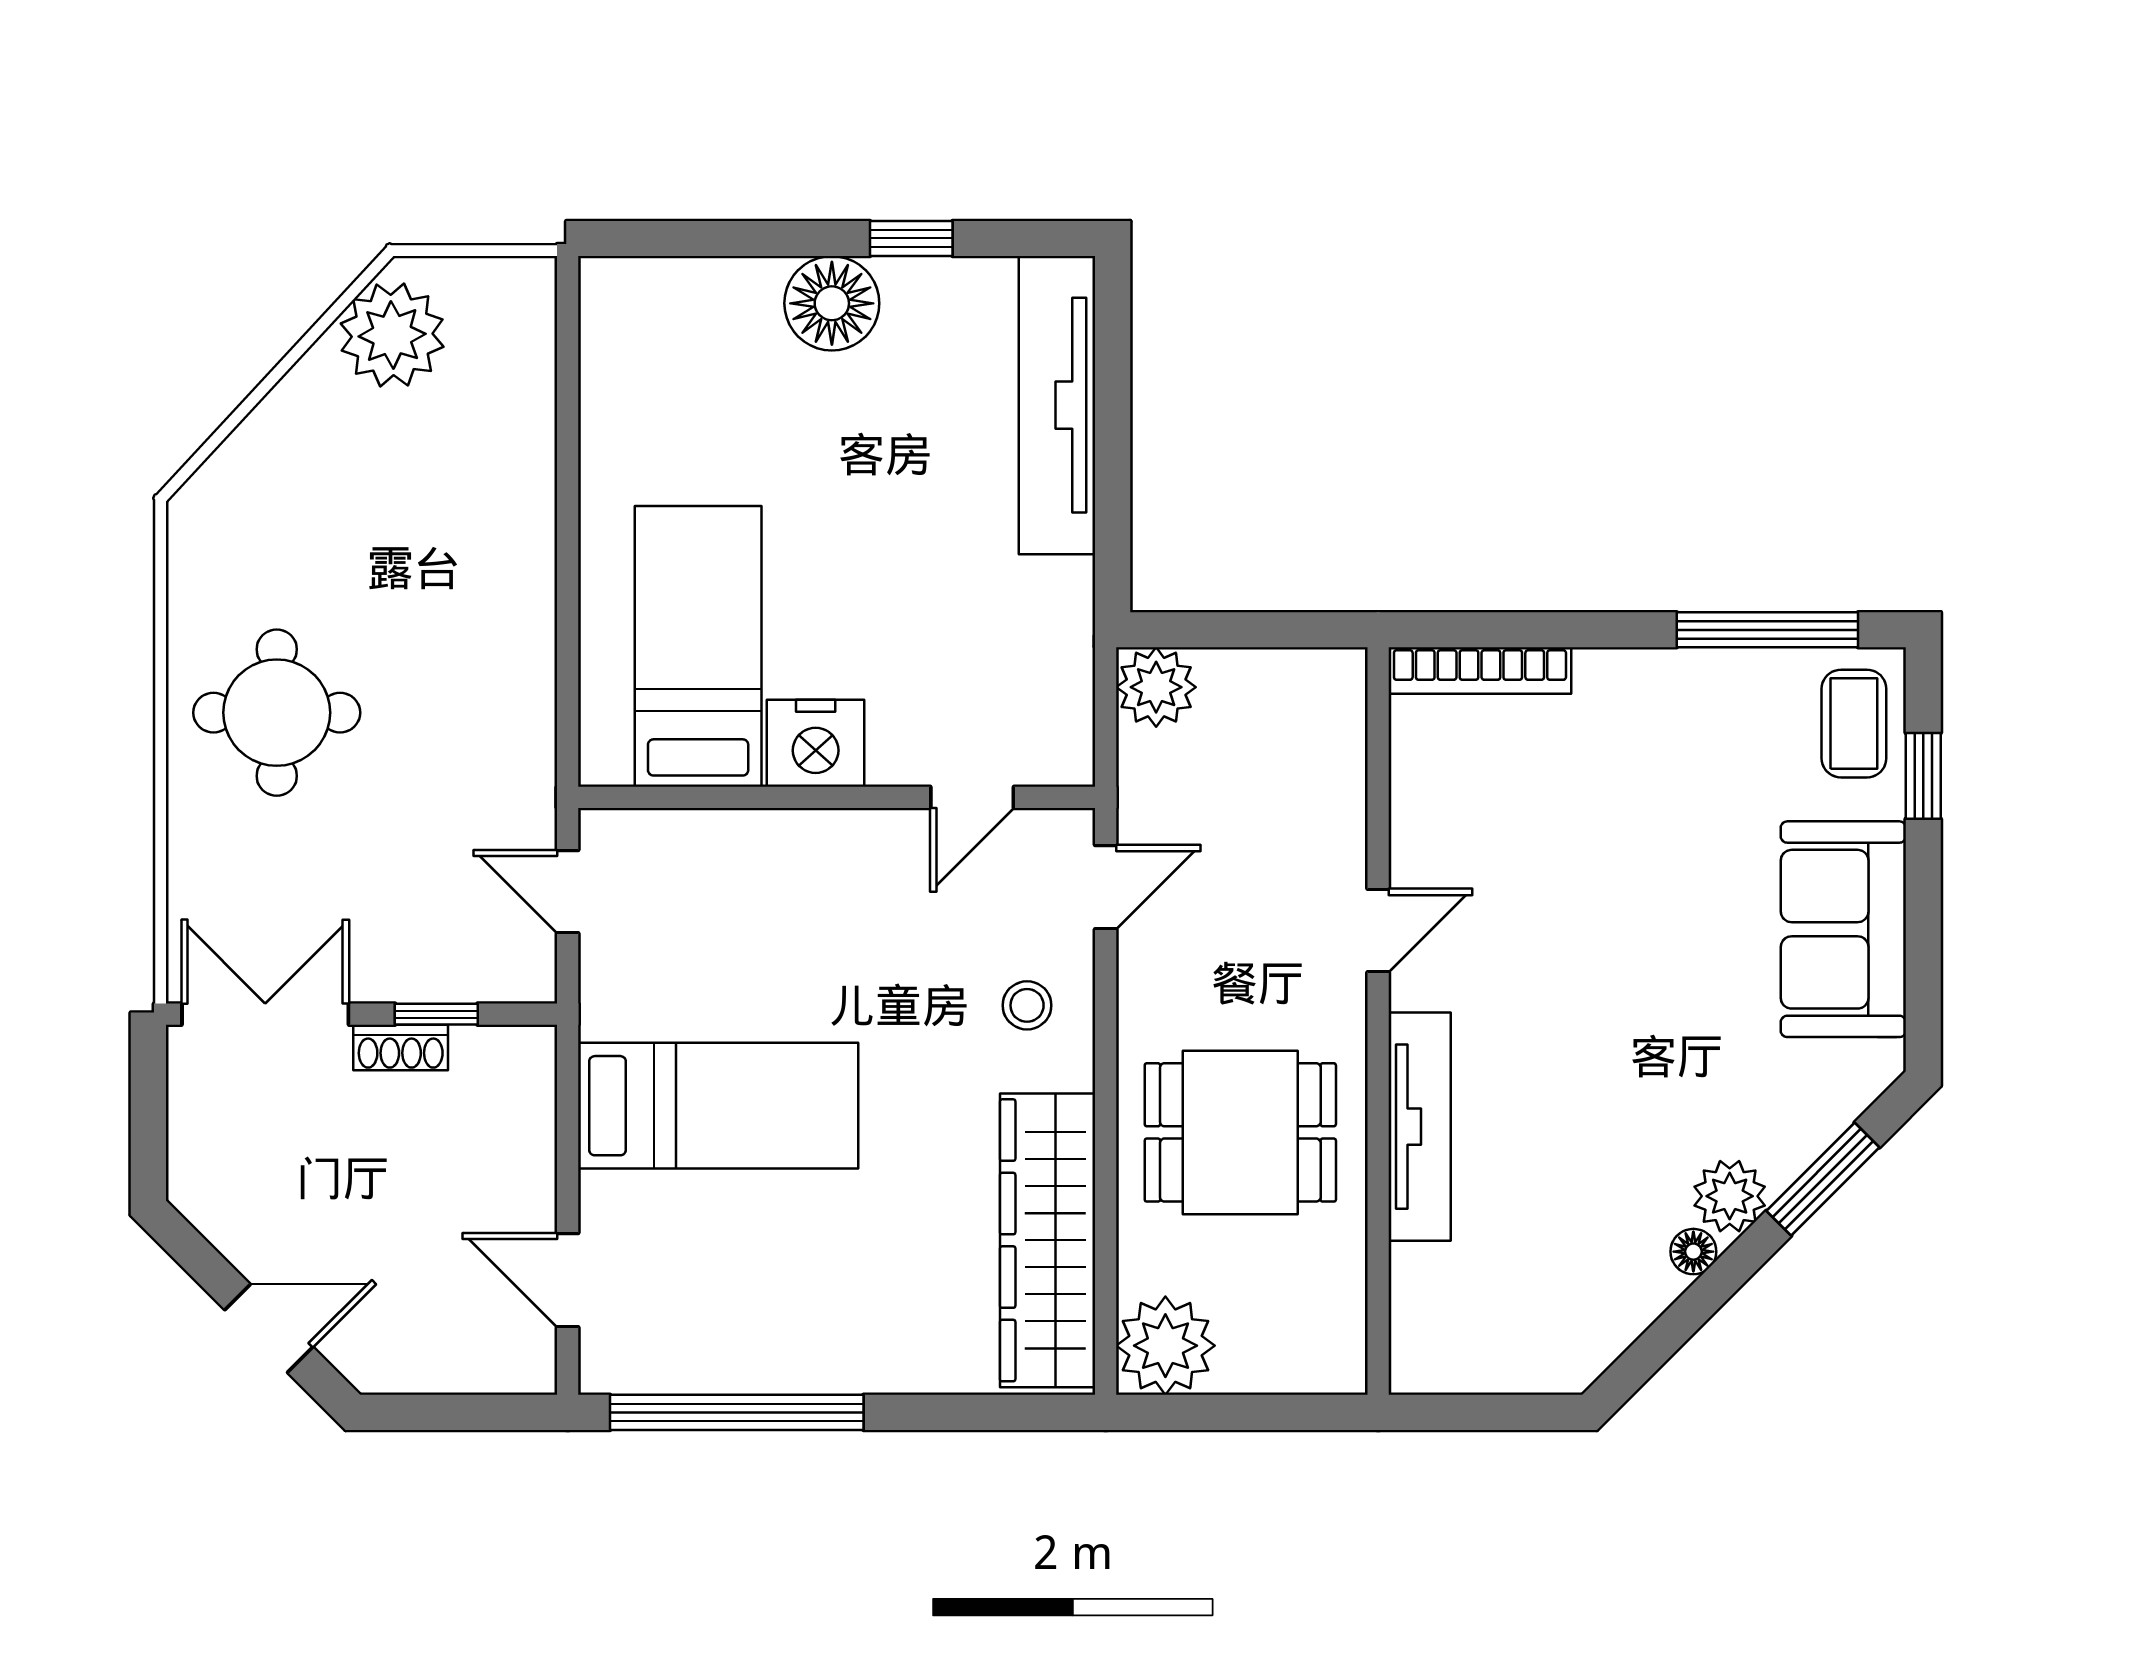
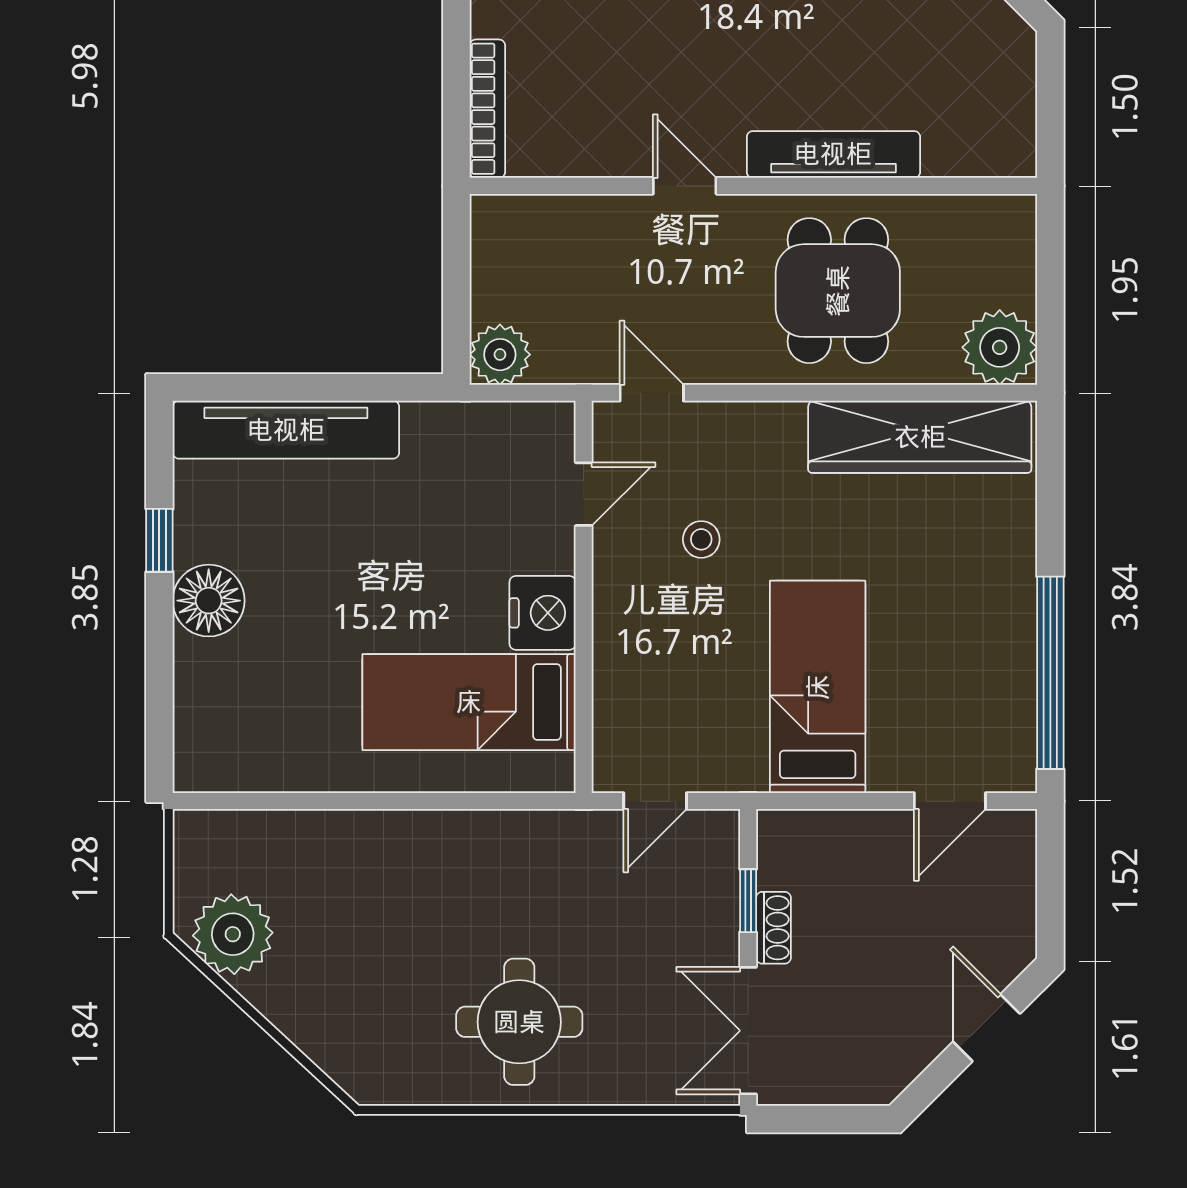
door: (972, 797) -> (584, 494), hinge flipped
stool: (1027, 1005) -> (701, 539), moved

